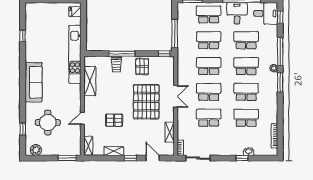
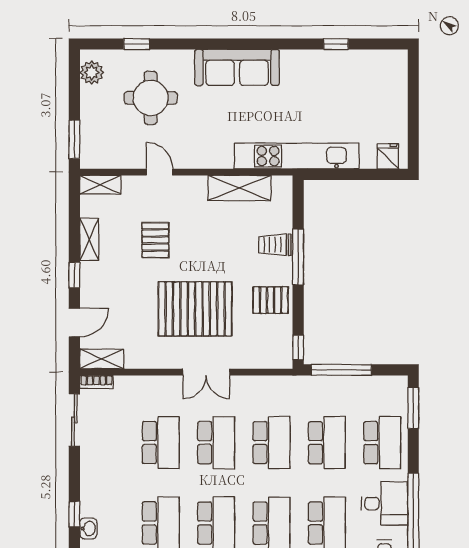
shelving: (170, 132) -> (102, 359), moved

